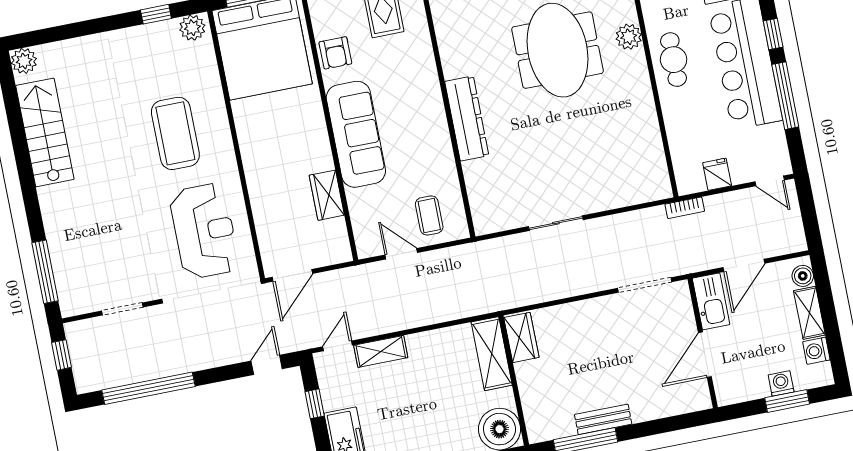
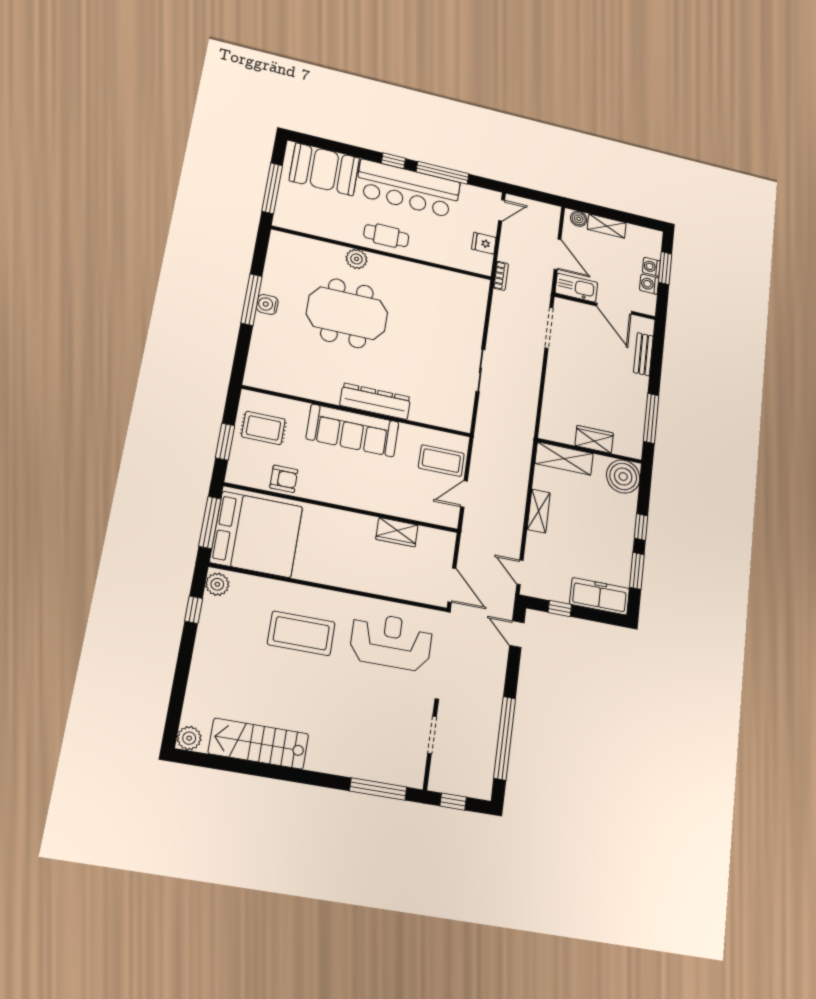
sofa: (356, 134) -> (353, 430), moved, turned 180
coffee table: (429, 215) -> (441, 461), width x1.36, depth x1.30
wardrobe: (521, 337) -> (594, 439), moved
shelving: (381, 351) -> (539, 511), moved
washing machine: (816, 351) -> (649, 284), moved, turned 90
bench: (603, 419) -> (643, 354), moved

